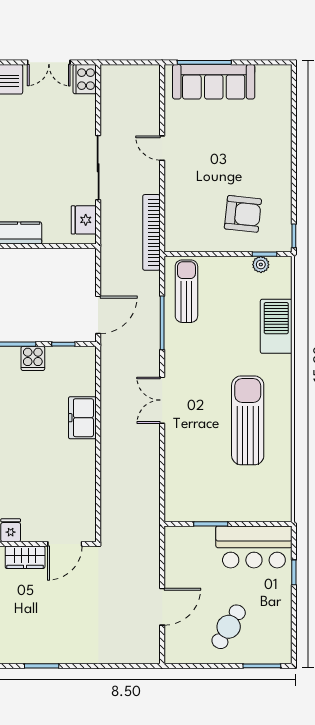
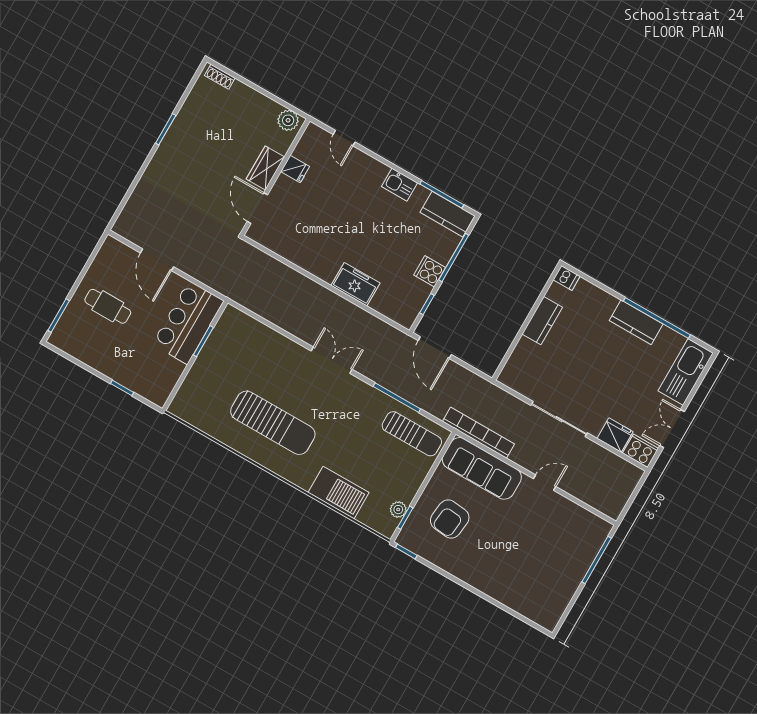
sofa: (214, 82) -> (482, 468), moved, turned -90
fridge: (84, 220) -> (615, 435), moved
bar counter: (254, 547) -> (188, 323), moved
cafe table: (229, 627) -> (108, 306), turned -31

